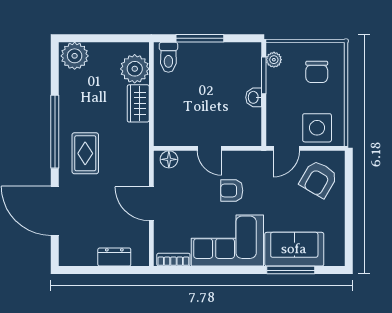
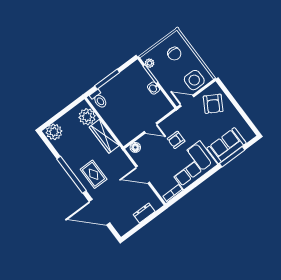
wardrobe: (138, 103) -> (104, 136), width x1.50
door: (286, 148) -> (187, 101), swing flipped

